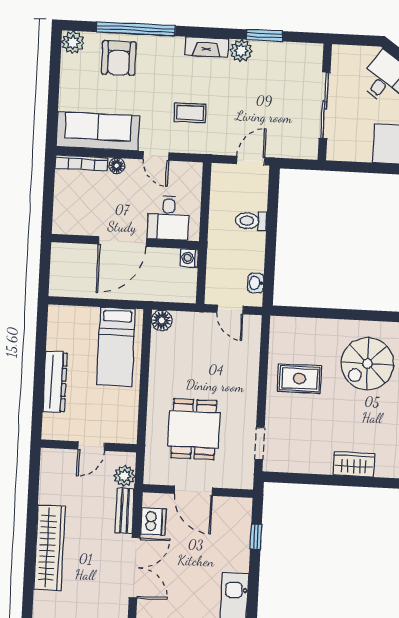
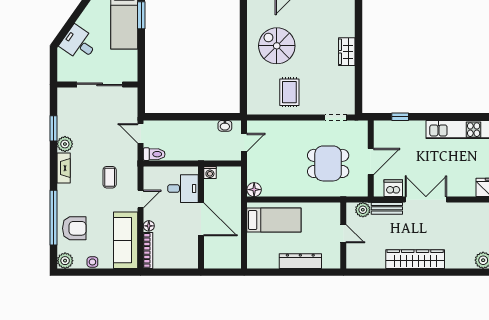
side table: (69, 82) -> (92, 262), added
toilet: (251, 221) -> (154, 154), moved, turned -90
spiral stairs: (367, 364) -> (277, 46), turned 180

